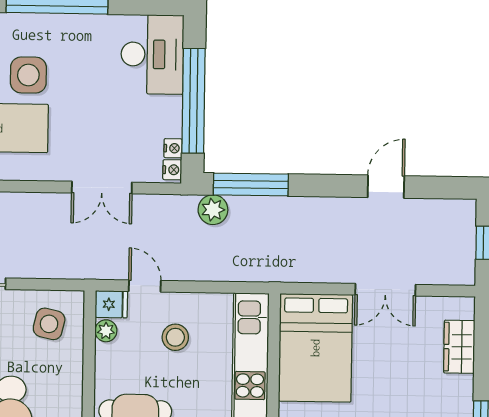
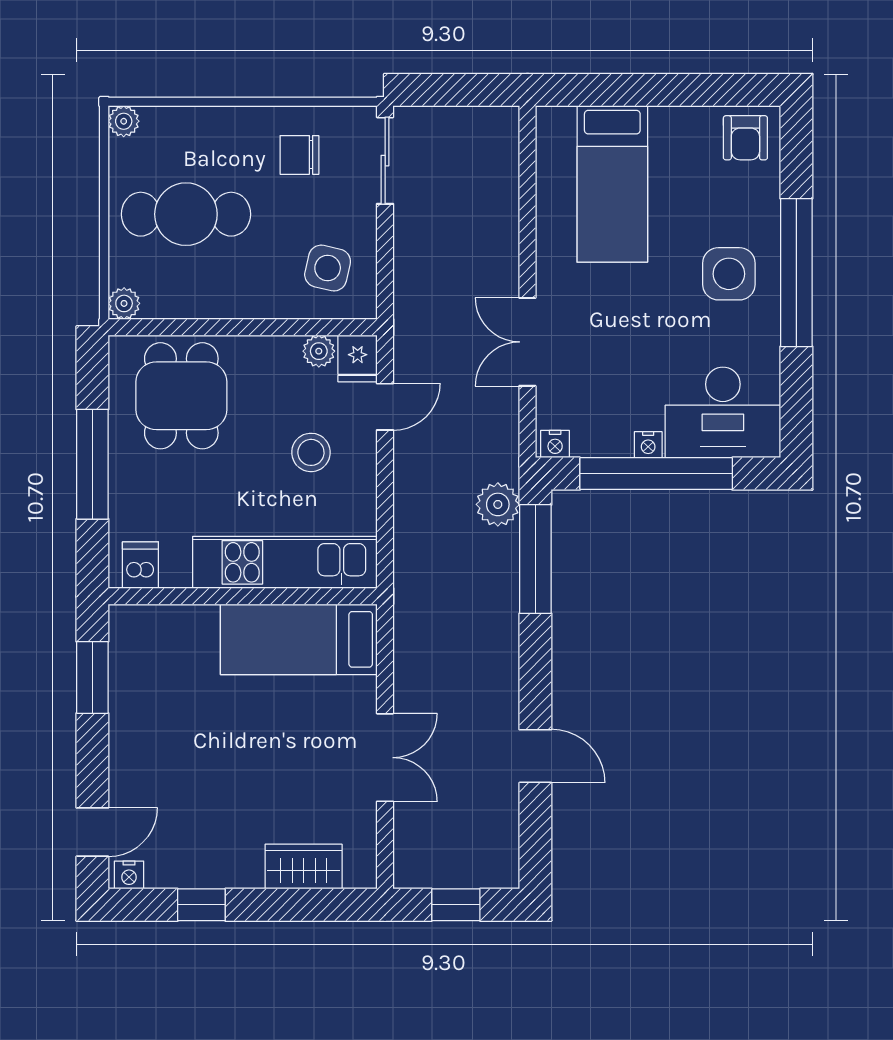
side table: (28, 75) -> (729, 274), moved
nightstand: (173, 148) -> (648, 445), moved
double door: (385, 290) -> (385, 758), swing flipped
bed: (315, 348) -> (299, 639), width x0.67

